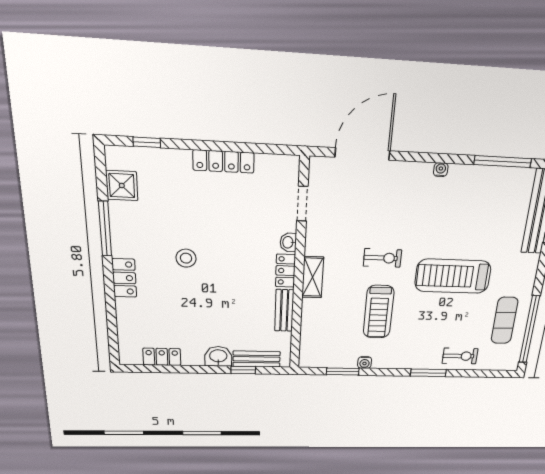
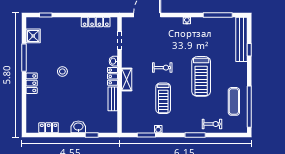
locker: (224, 161) -> (96, 22), moved
treadmill: (453, 276) -> (201, 76), turned -90
bench: (257, 359) -> (99, 128), removed

